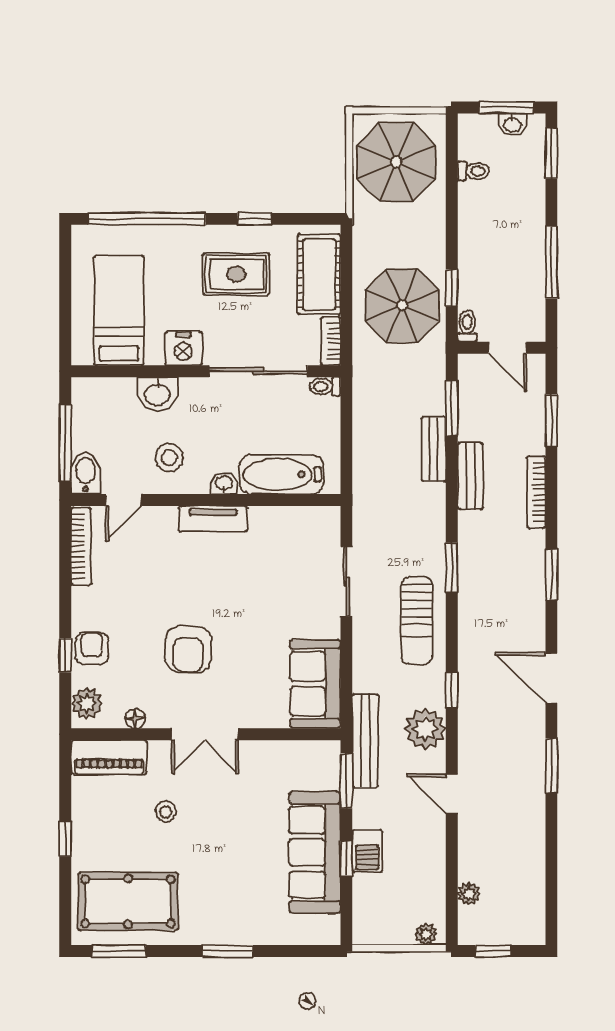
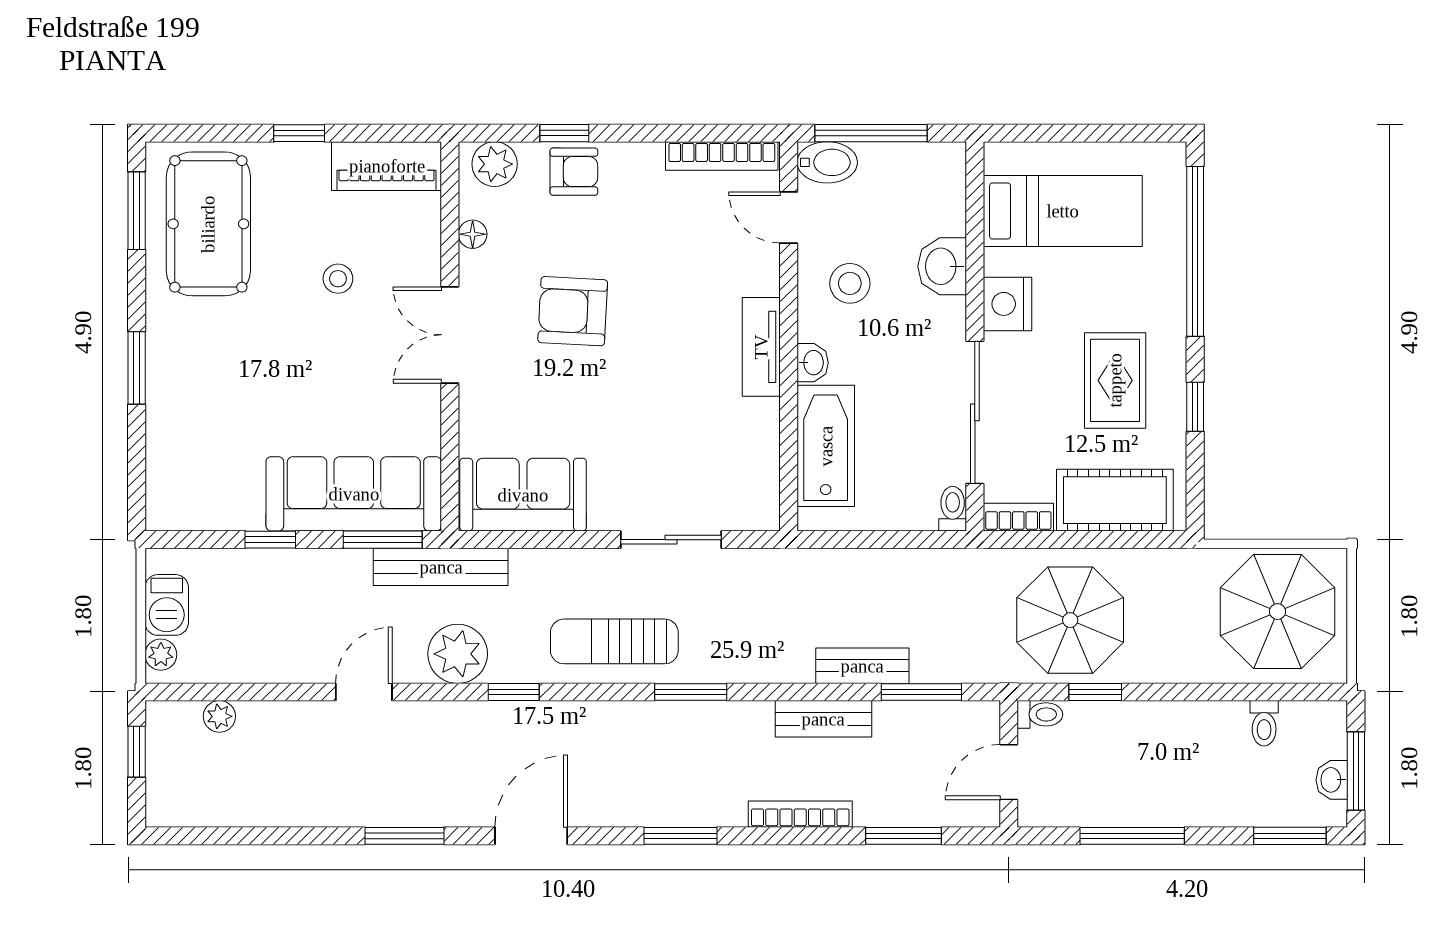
piano: (109, 757) -> (387, 166), moved, turned -90
barbecue: (367, 851) -> (167, 605), moved, turned -90
sofa: (315, 852) -> (354, 494), moved

